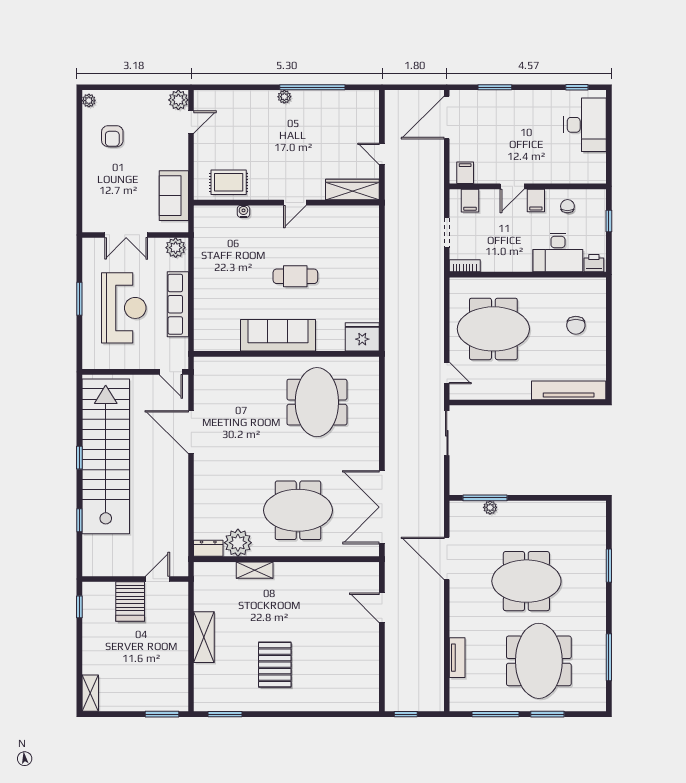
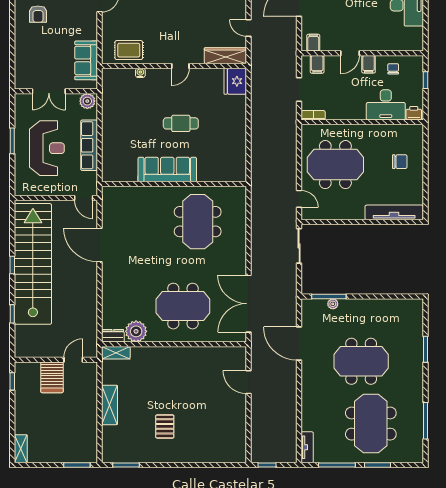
chair: (576, 325) -> (400, 162), turned -90
fridge: (362, 337) -> (235, 81), moved, turned -90
shelving: (255, 570) -> (116, 353), moved
tv unit: (457, 658) -> (307, 447), moved
pallet: (275, 665) -> (165, 426), width x0.67, depth x0.71

